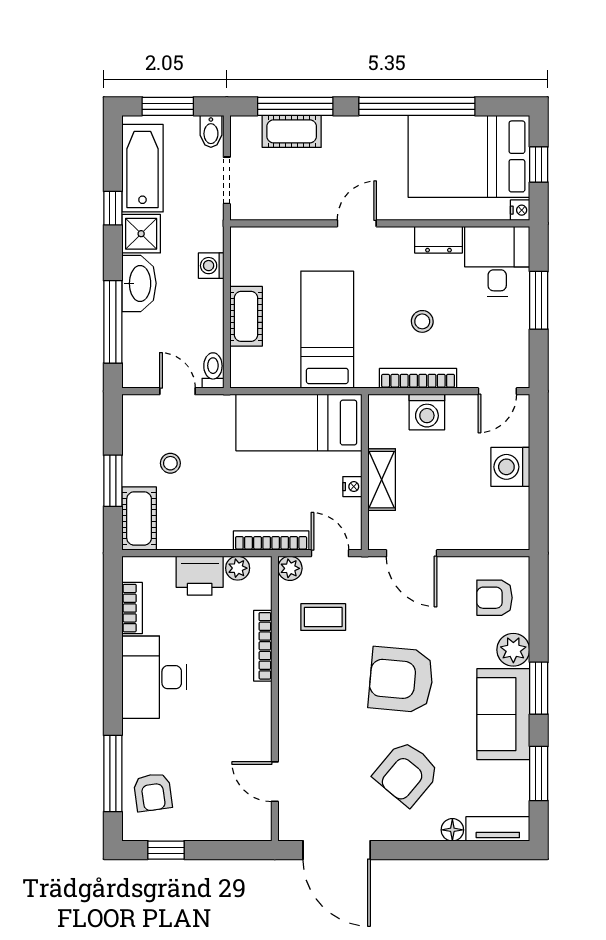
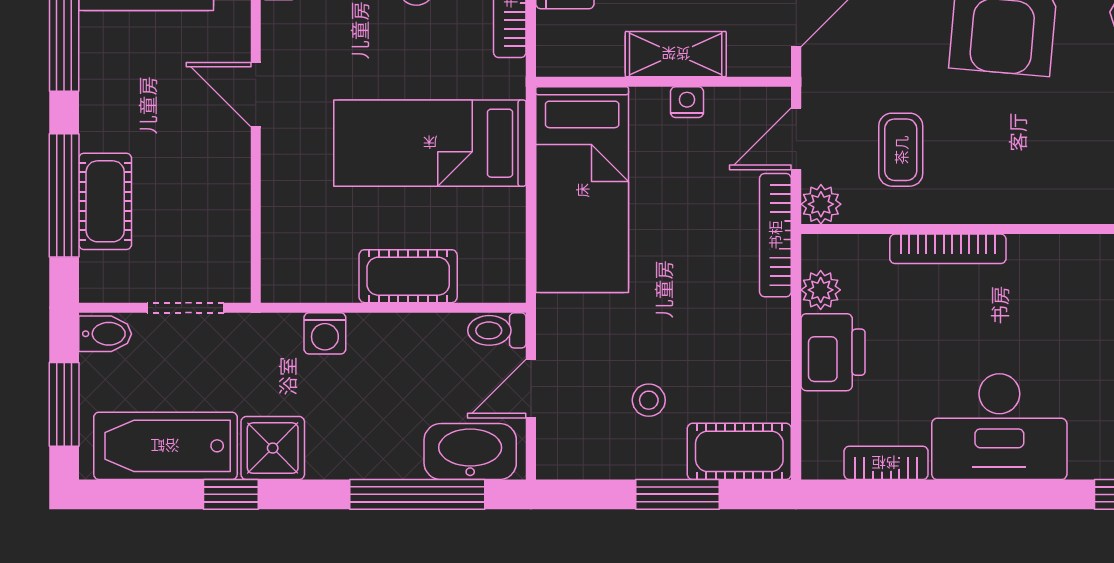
washbasin: (139, 283) -> (470, 451), moved

